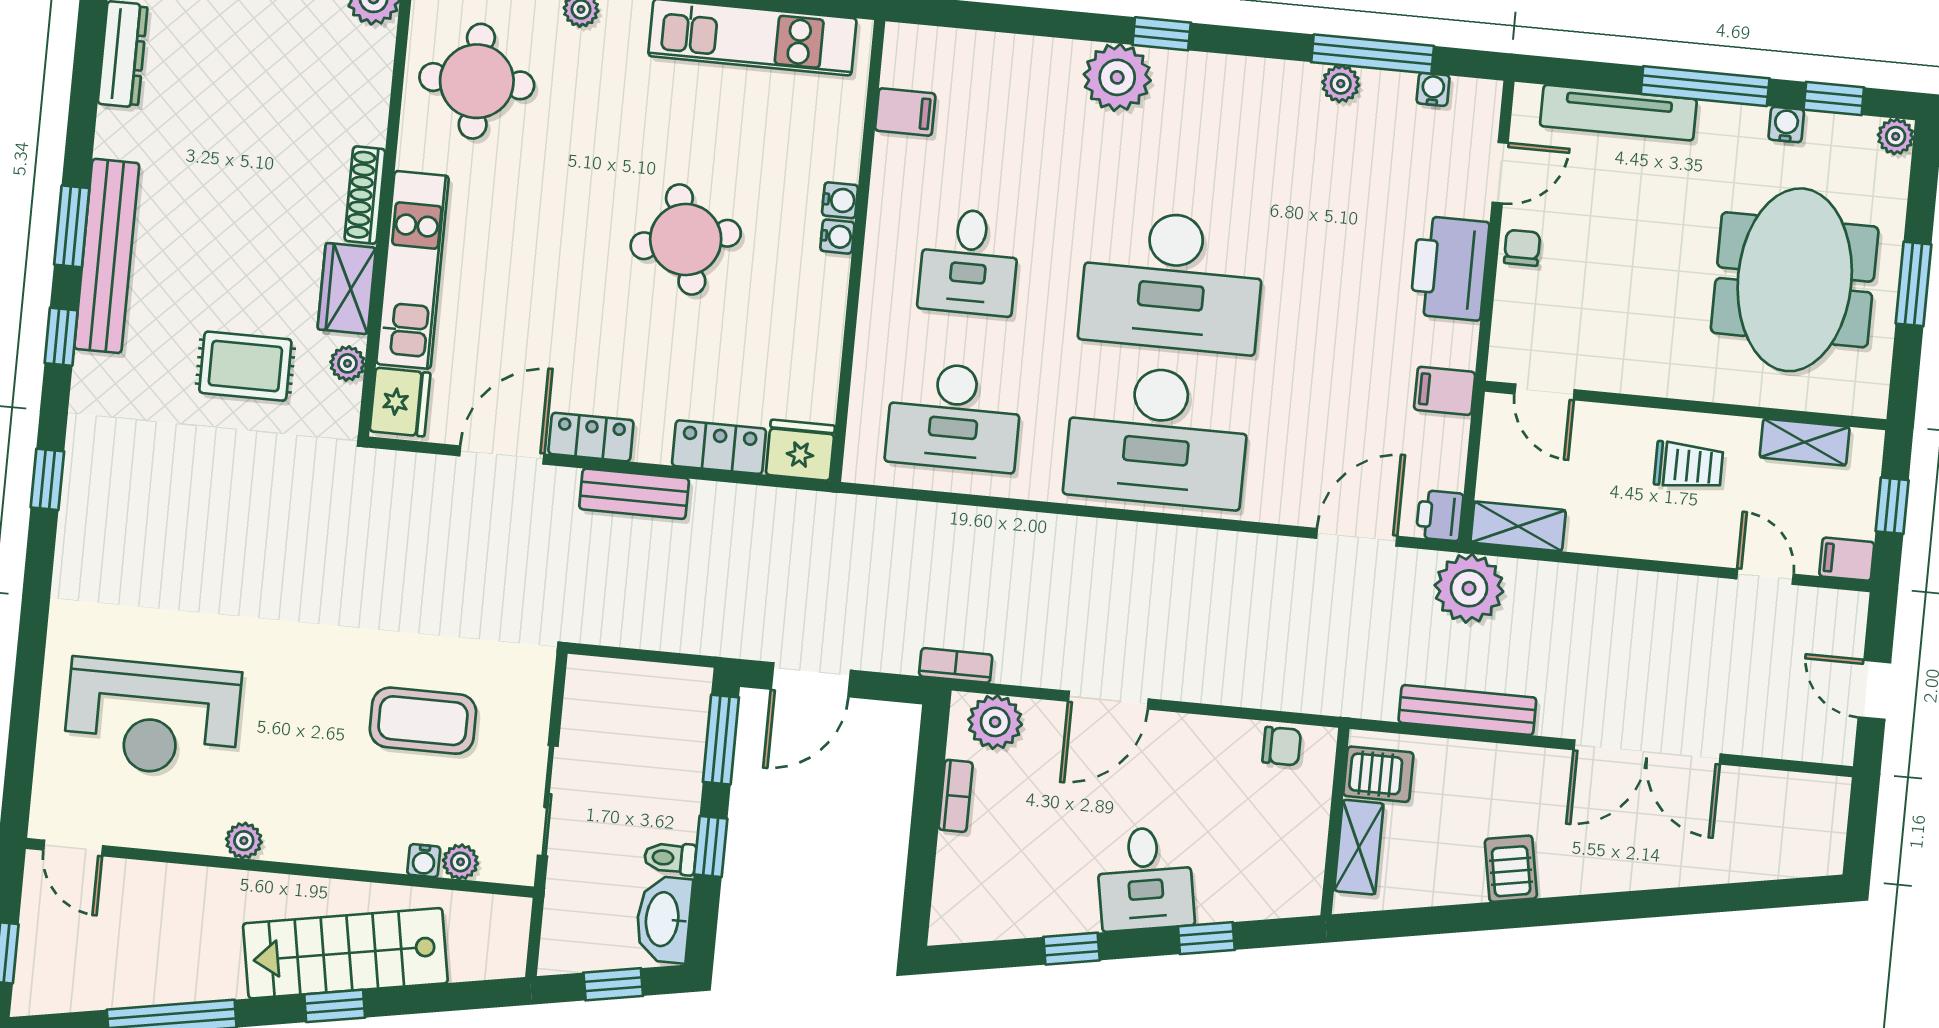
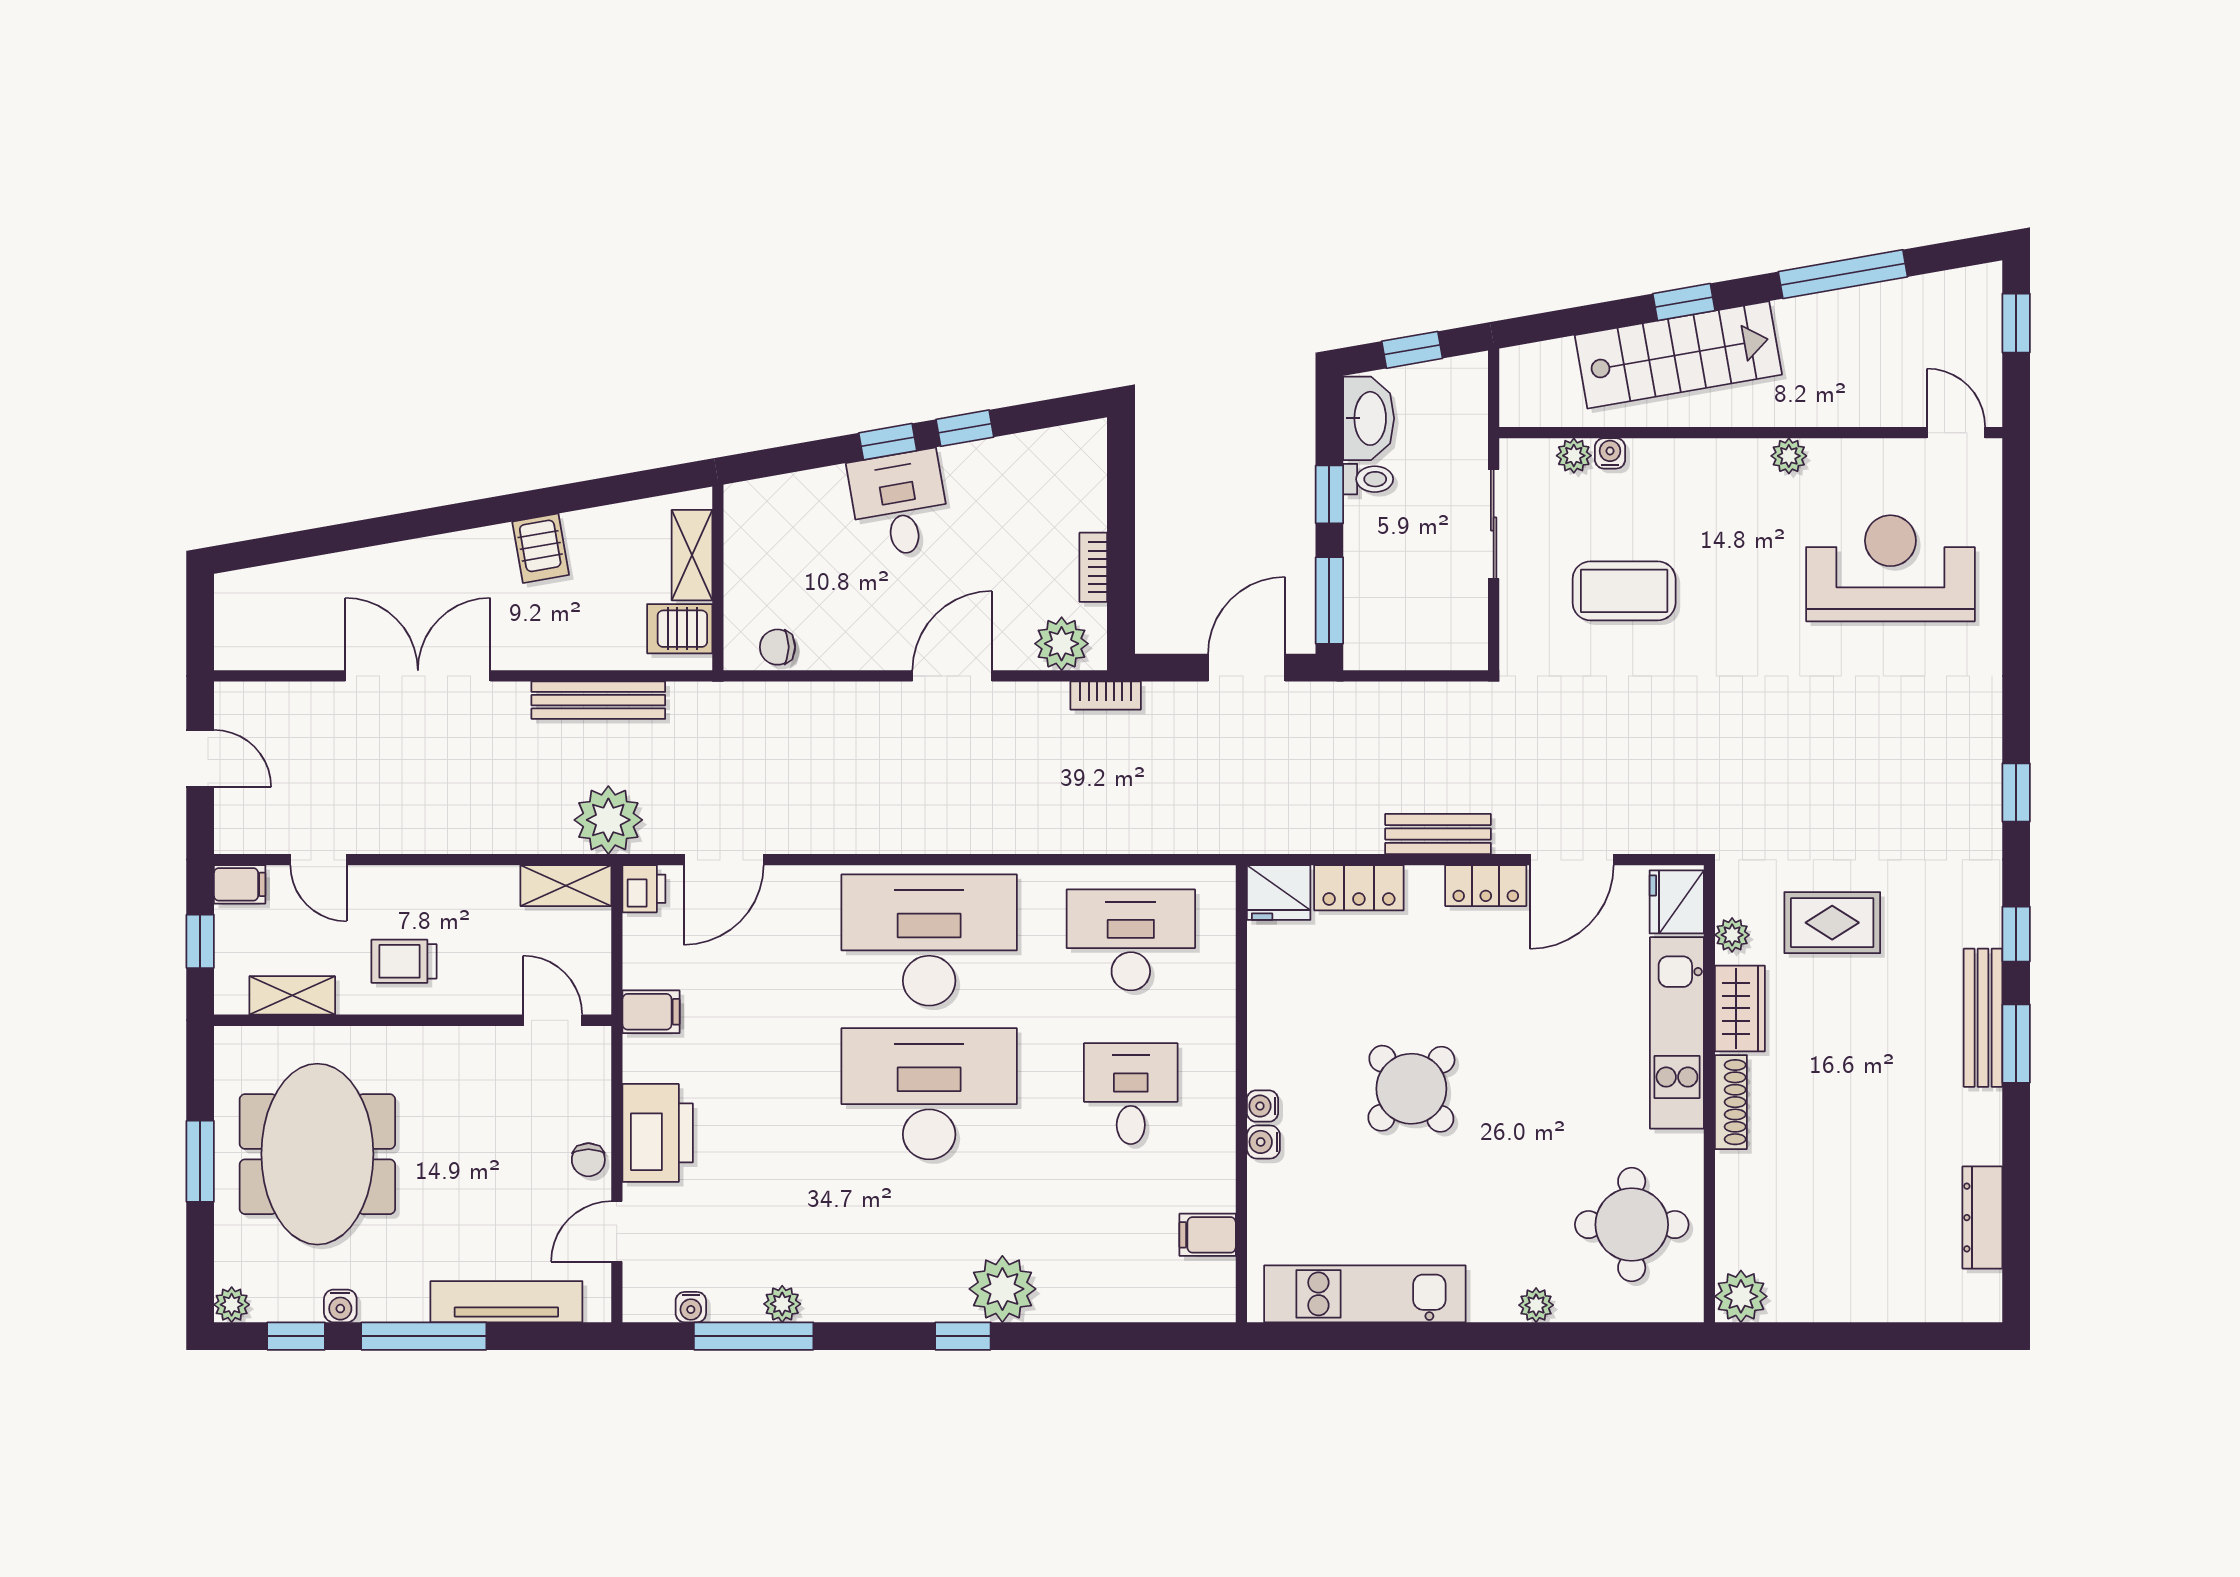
round table: (686, 239) -> (1411, 1089), turned -30
bench: (107, 256) -> (1983, 1018), width x0.73, depth x0.82
window: (1206, 938) -> (888, 442), moved

